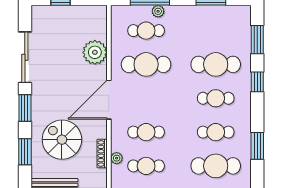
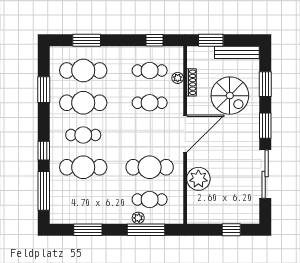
window: (257, 40) -> (44, 191), width x1.44
cafe table: (216, 132) -> (83, 103), width x1.37, depth x1.35

